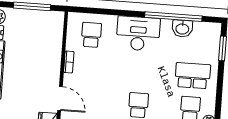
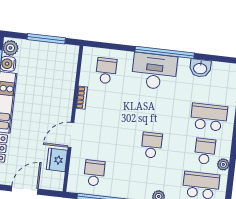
window: (173, 17) -> (165, 52), moved
door: (60, 99) -> (71, 135), swing flipped

